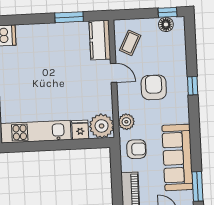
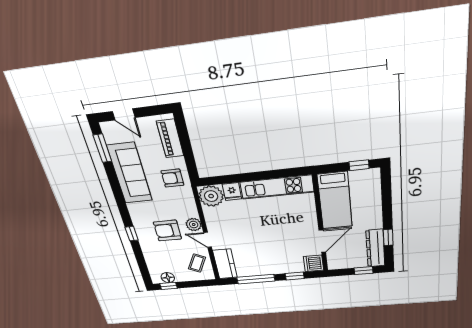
window: (69, 17) -> (256, 279), width x1.44
window: (27, 19) -> (295, 276), added
armchair: (154, 87) -> (167, 231), turned 90
plant: (126, 122) -> (194, 225), moved

